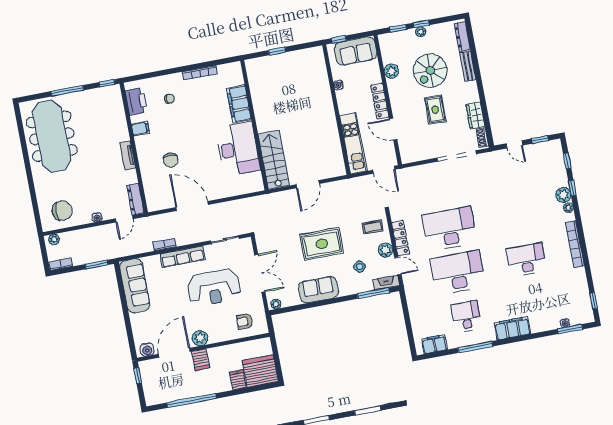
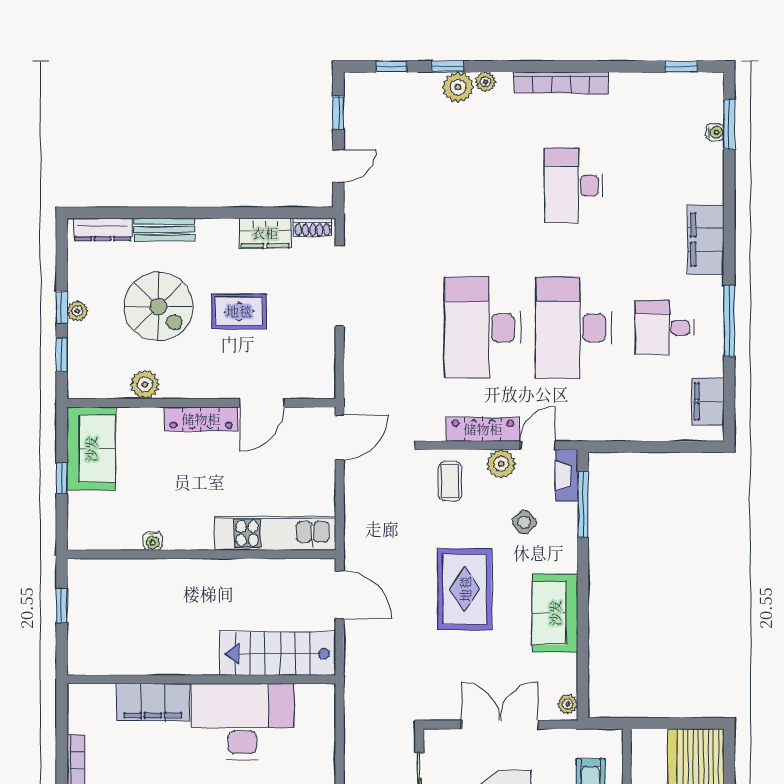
water cooler: (338, 85) -> (153, 541), moved
wall: (336, 110) -> (201, 554), moved
kitchen unit: (353, 143) -> (275, 533), moved

